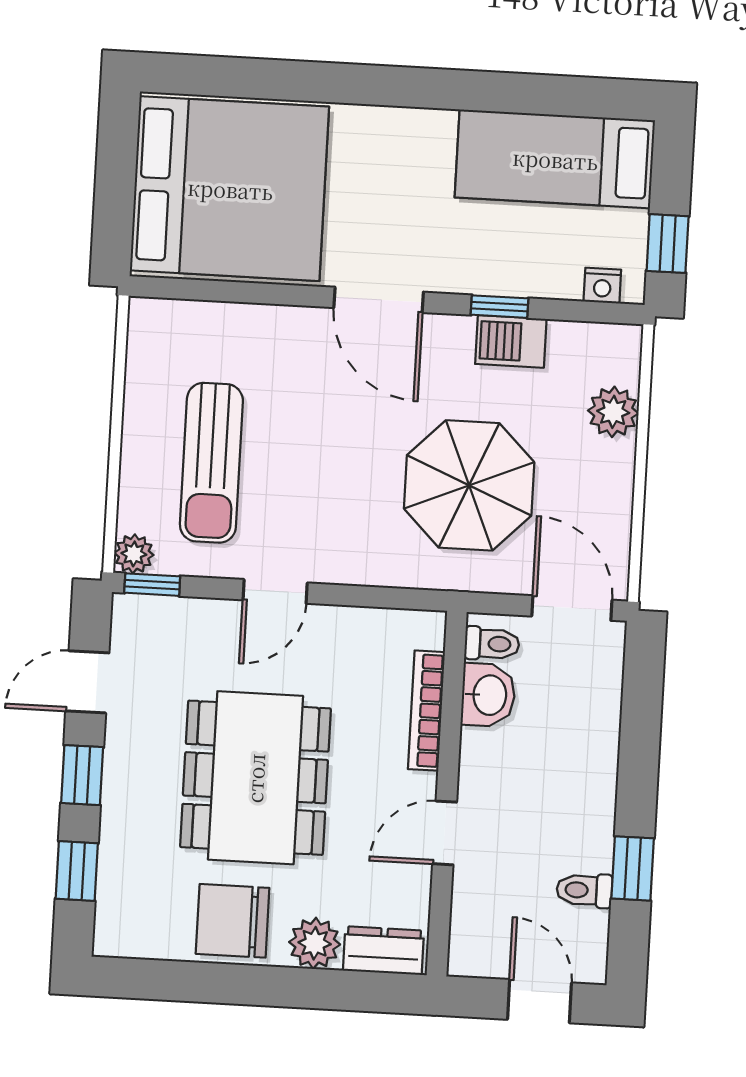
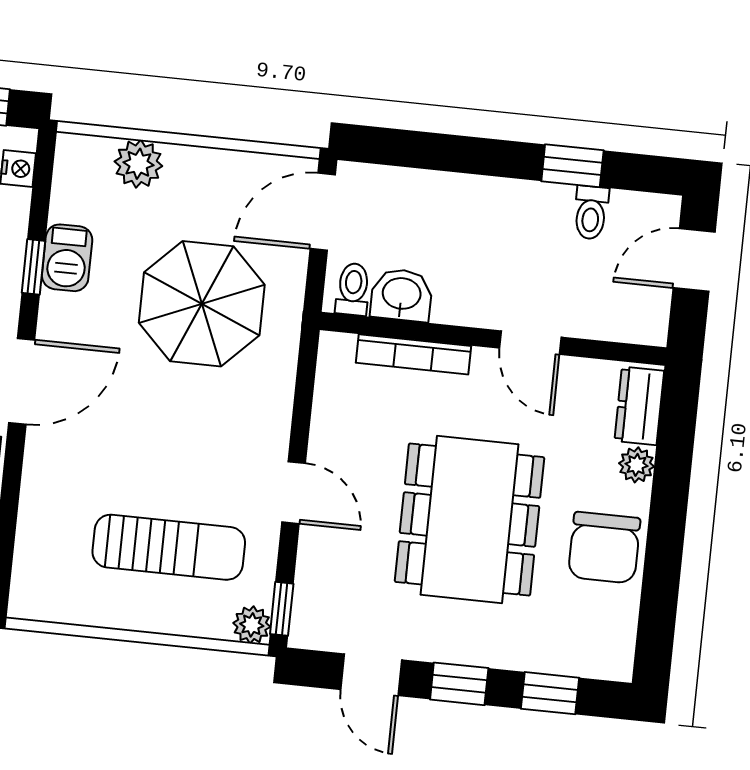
dining table: (255, 778) -> (469, 520), turned 90
plant: (315, 943) -> (636, 465), width x0.73, depth x0.73

